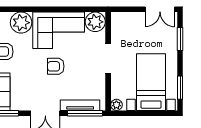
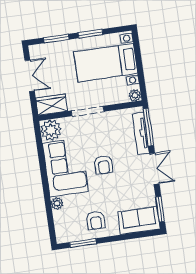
double door: (160, 9) -> (30, 76), moved
plant: (21, 23) -> (57, 203), width x0.53, depth x0.53
wardrobe: (119, 26) -> (52, 105), added
window: (180, 88) -> (90, 34), moved

